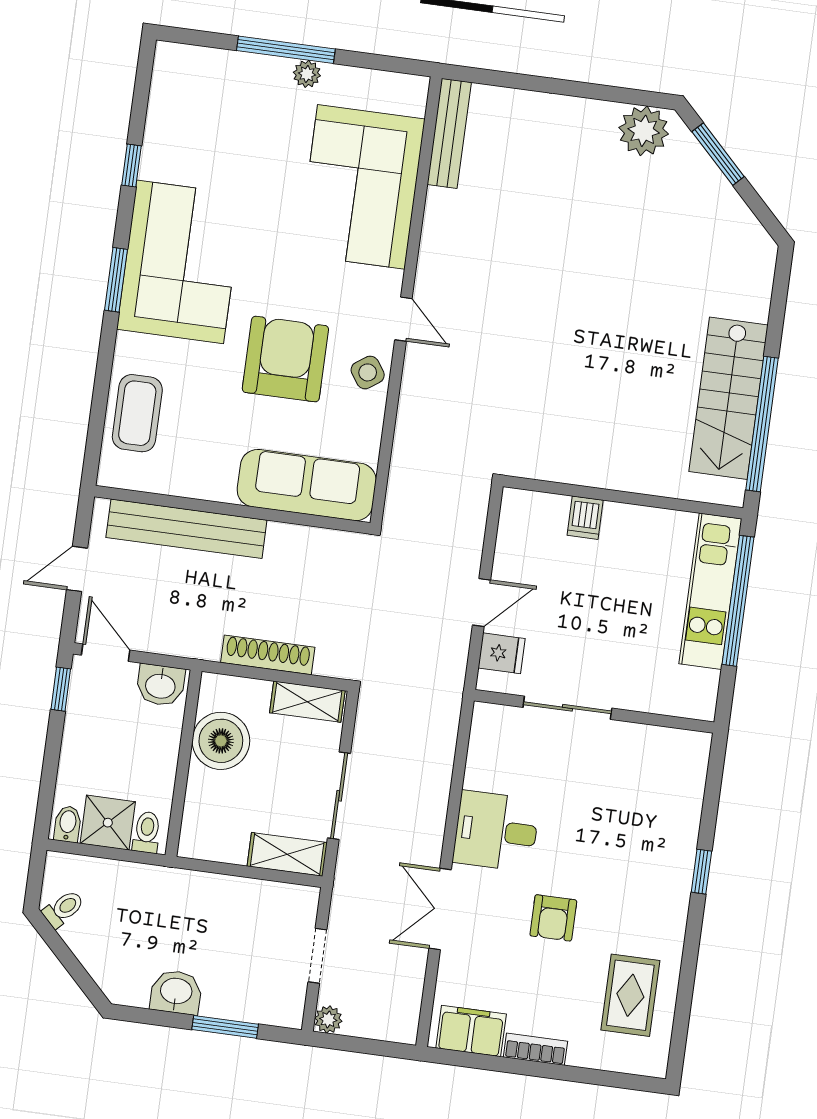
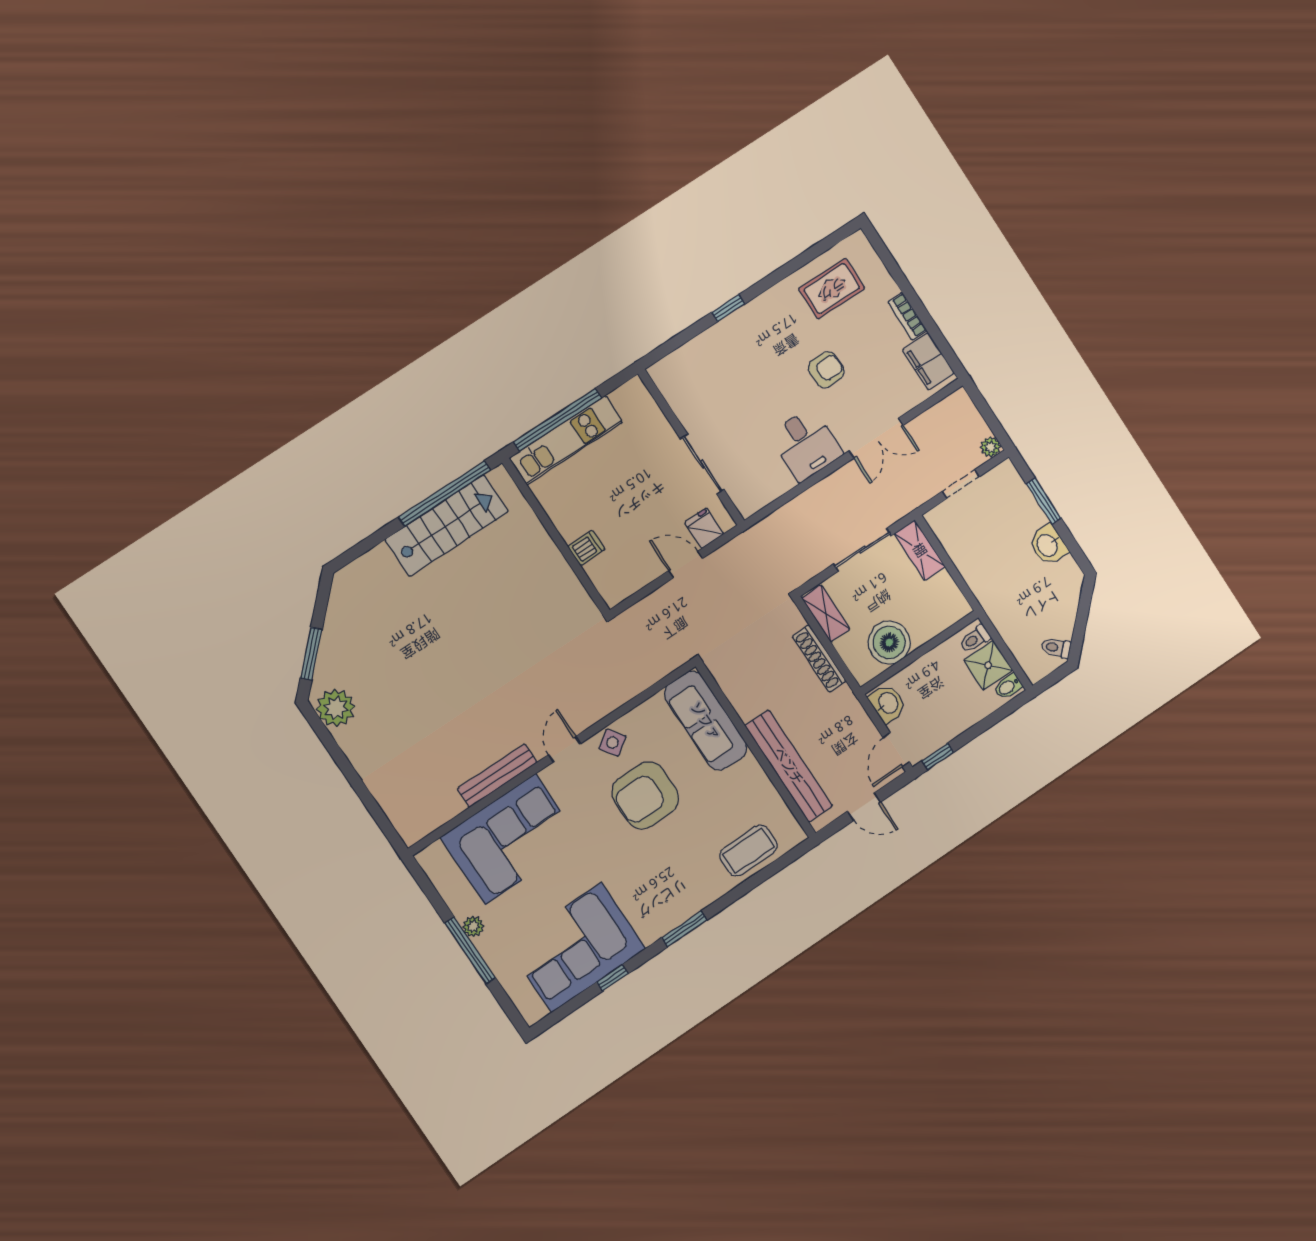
bench: (449, 133) -> (497, 776), moved
corner sofa: (180, 262) -> (577, 947), moved

